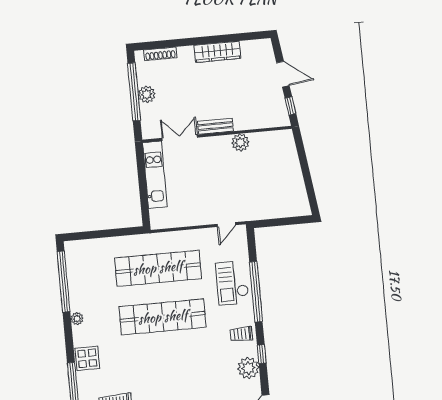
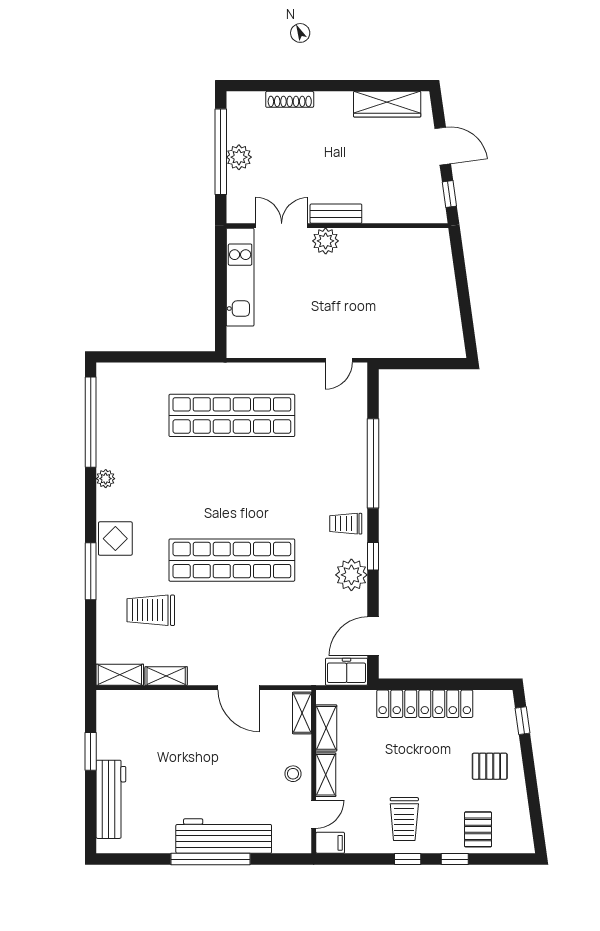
wardrobe: (217, 52) -> (387, 104), moved
shoe rack: (160, 54) -> (290, 99), moved
plant: (240, 142) -> (326, 241), moved
checkout: (232, 283) -> (339, 447), removed
shop shelf: (163, 317) -> (232, 560), moved

